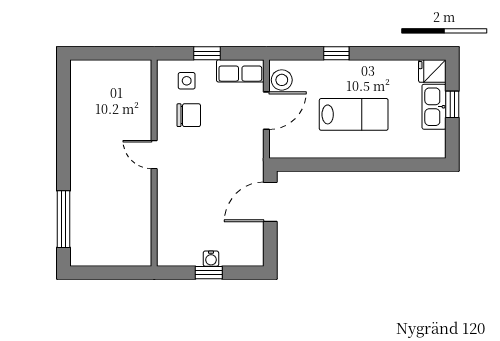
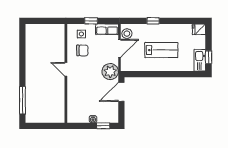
window: (452, 104) -> (209, 57), moved
kitchen sink: (434, 107) -> (200, 60), moved
plant: (247, 159) -> (110, 72), added
window: (209, 273) -> (103, 126), moved

